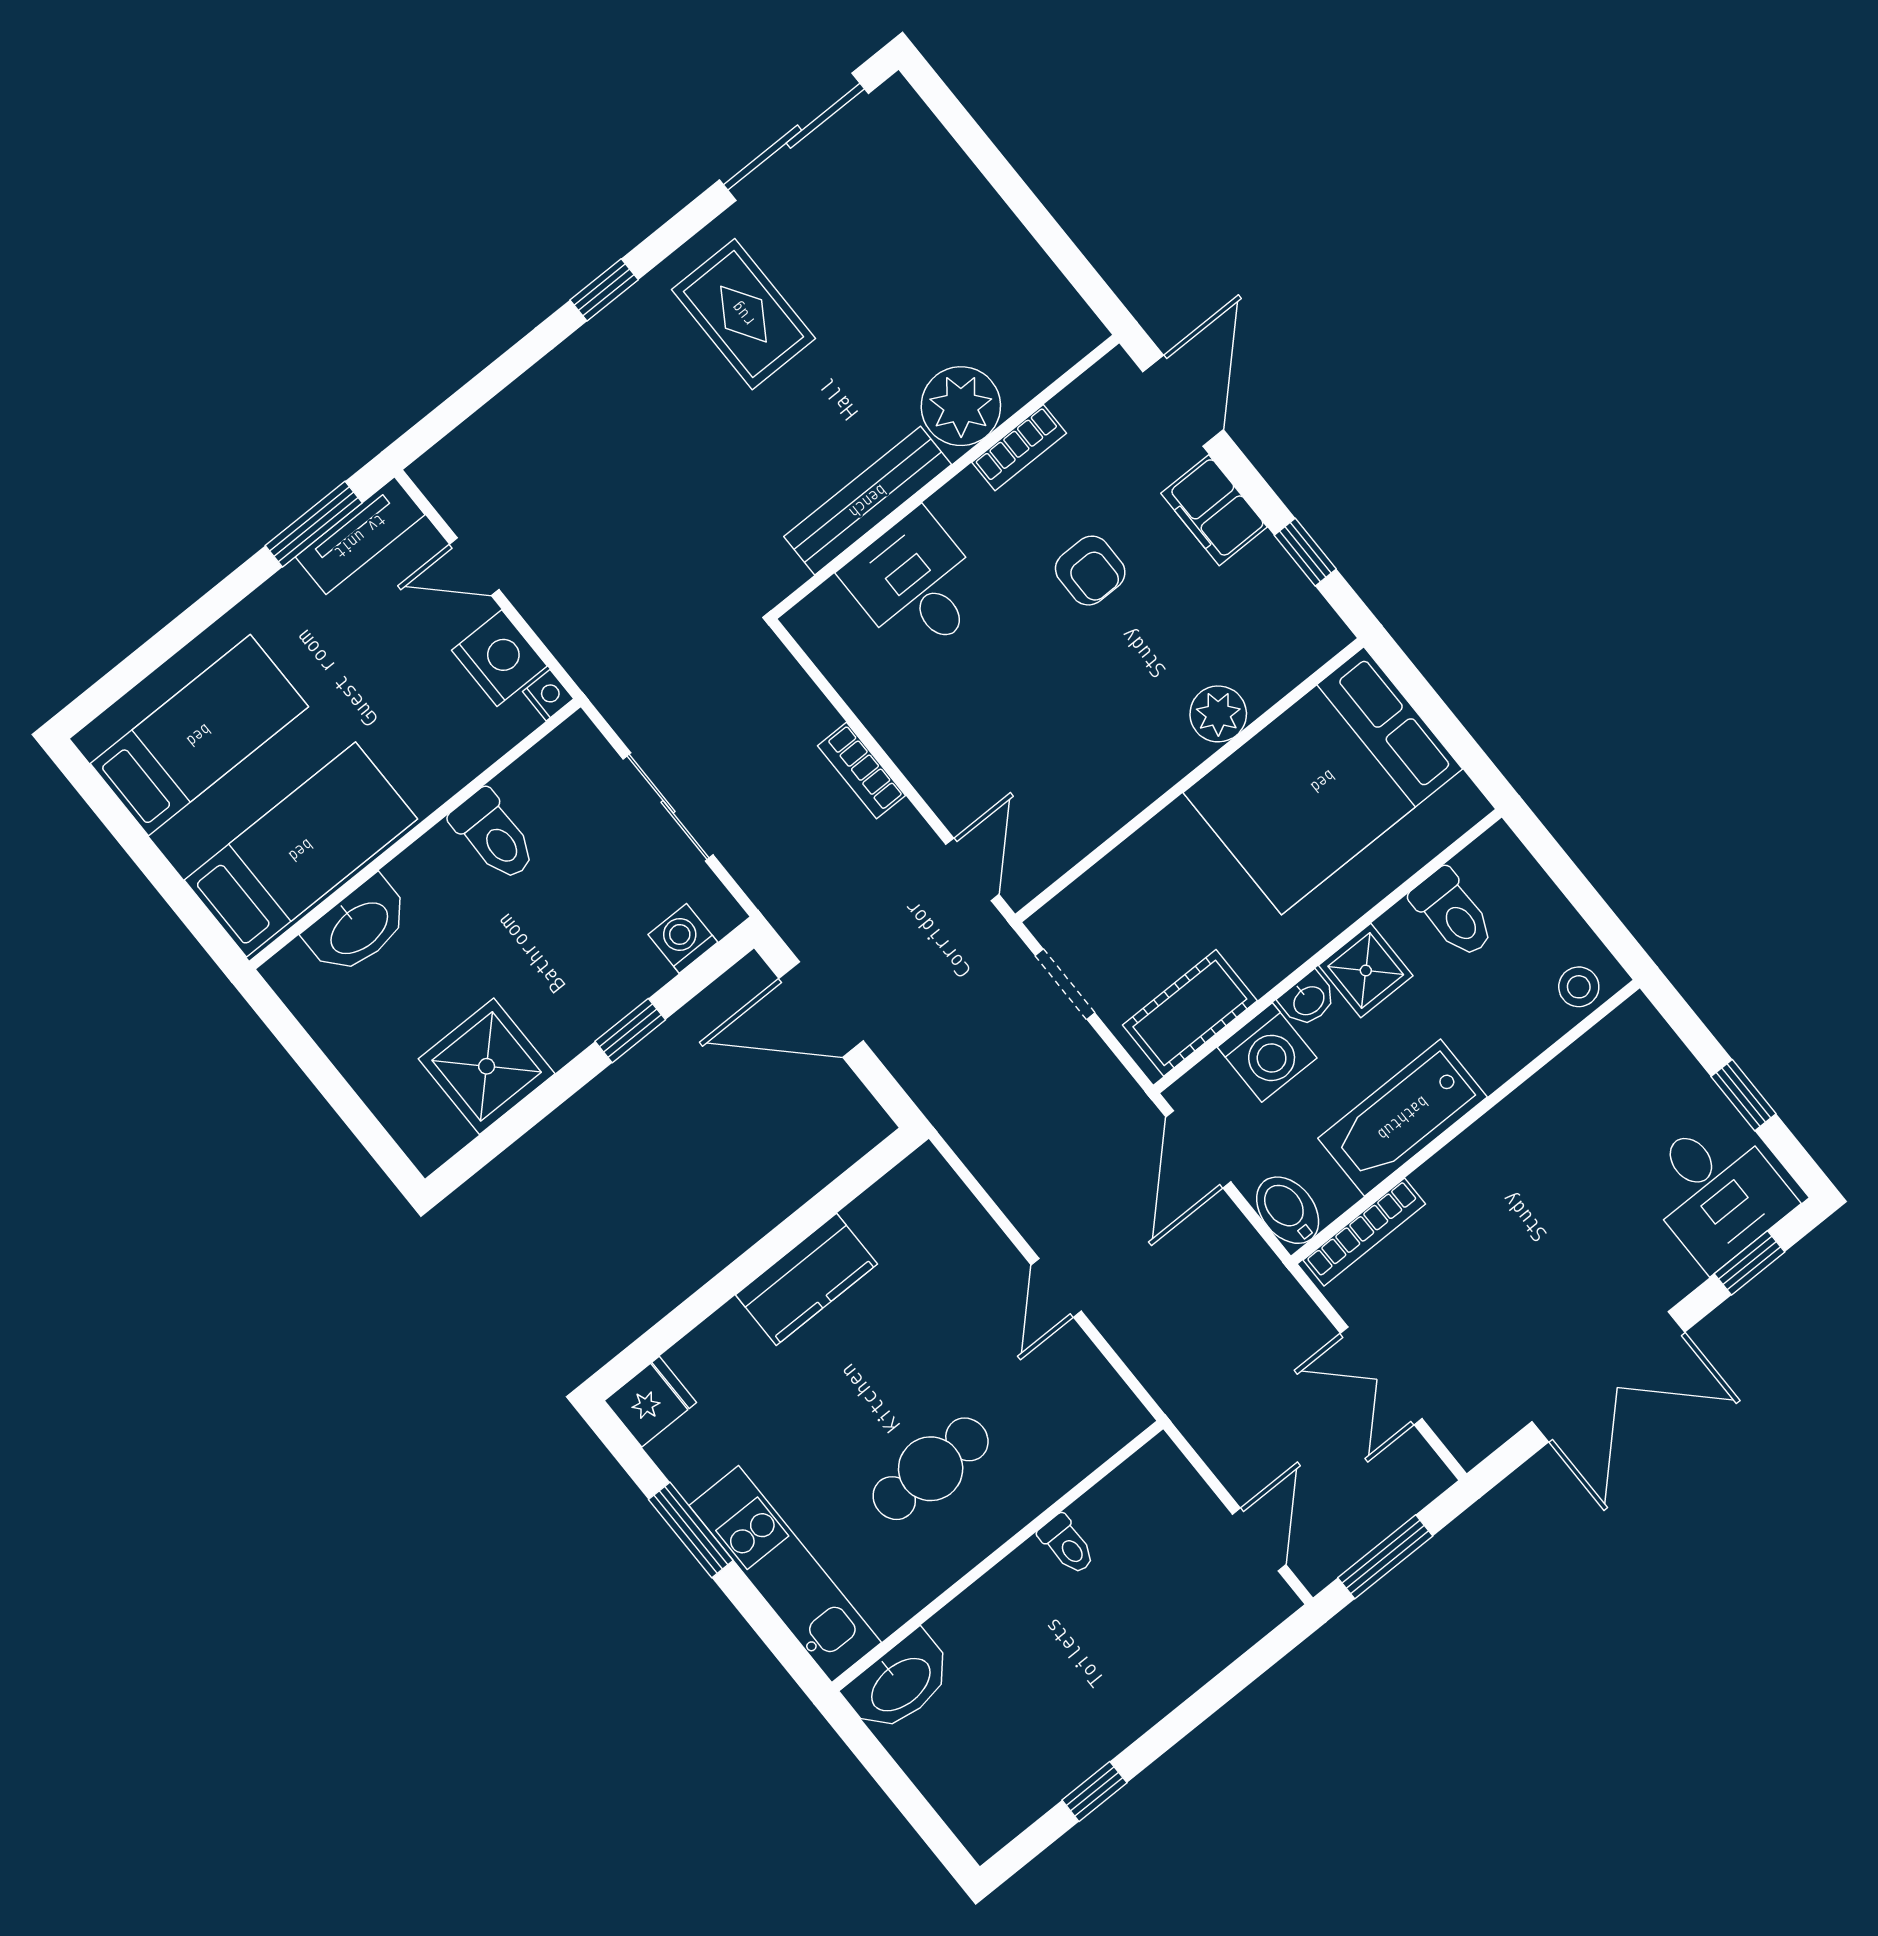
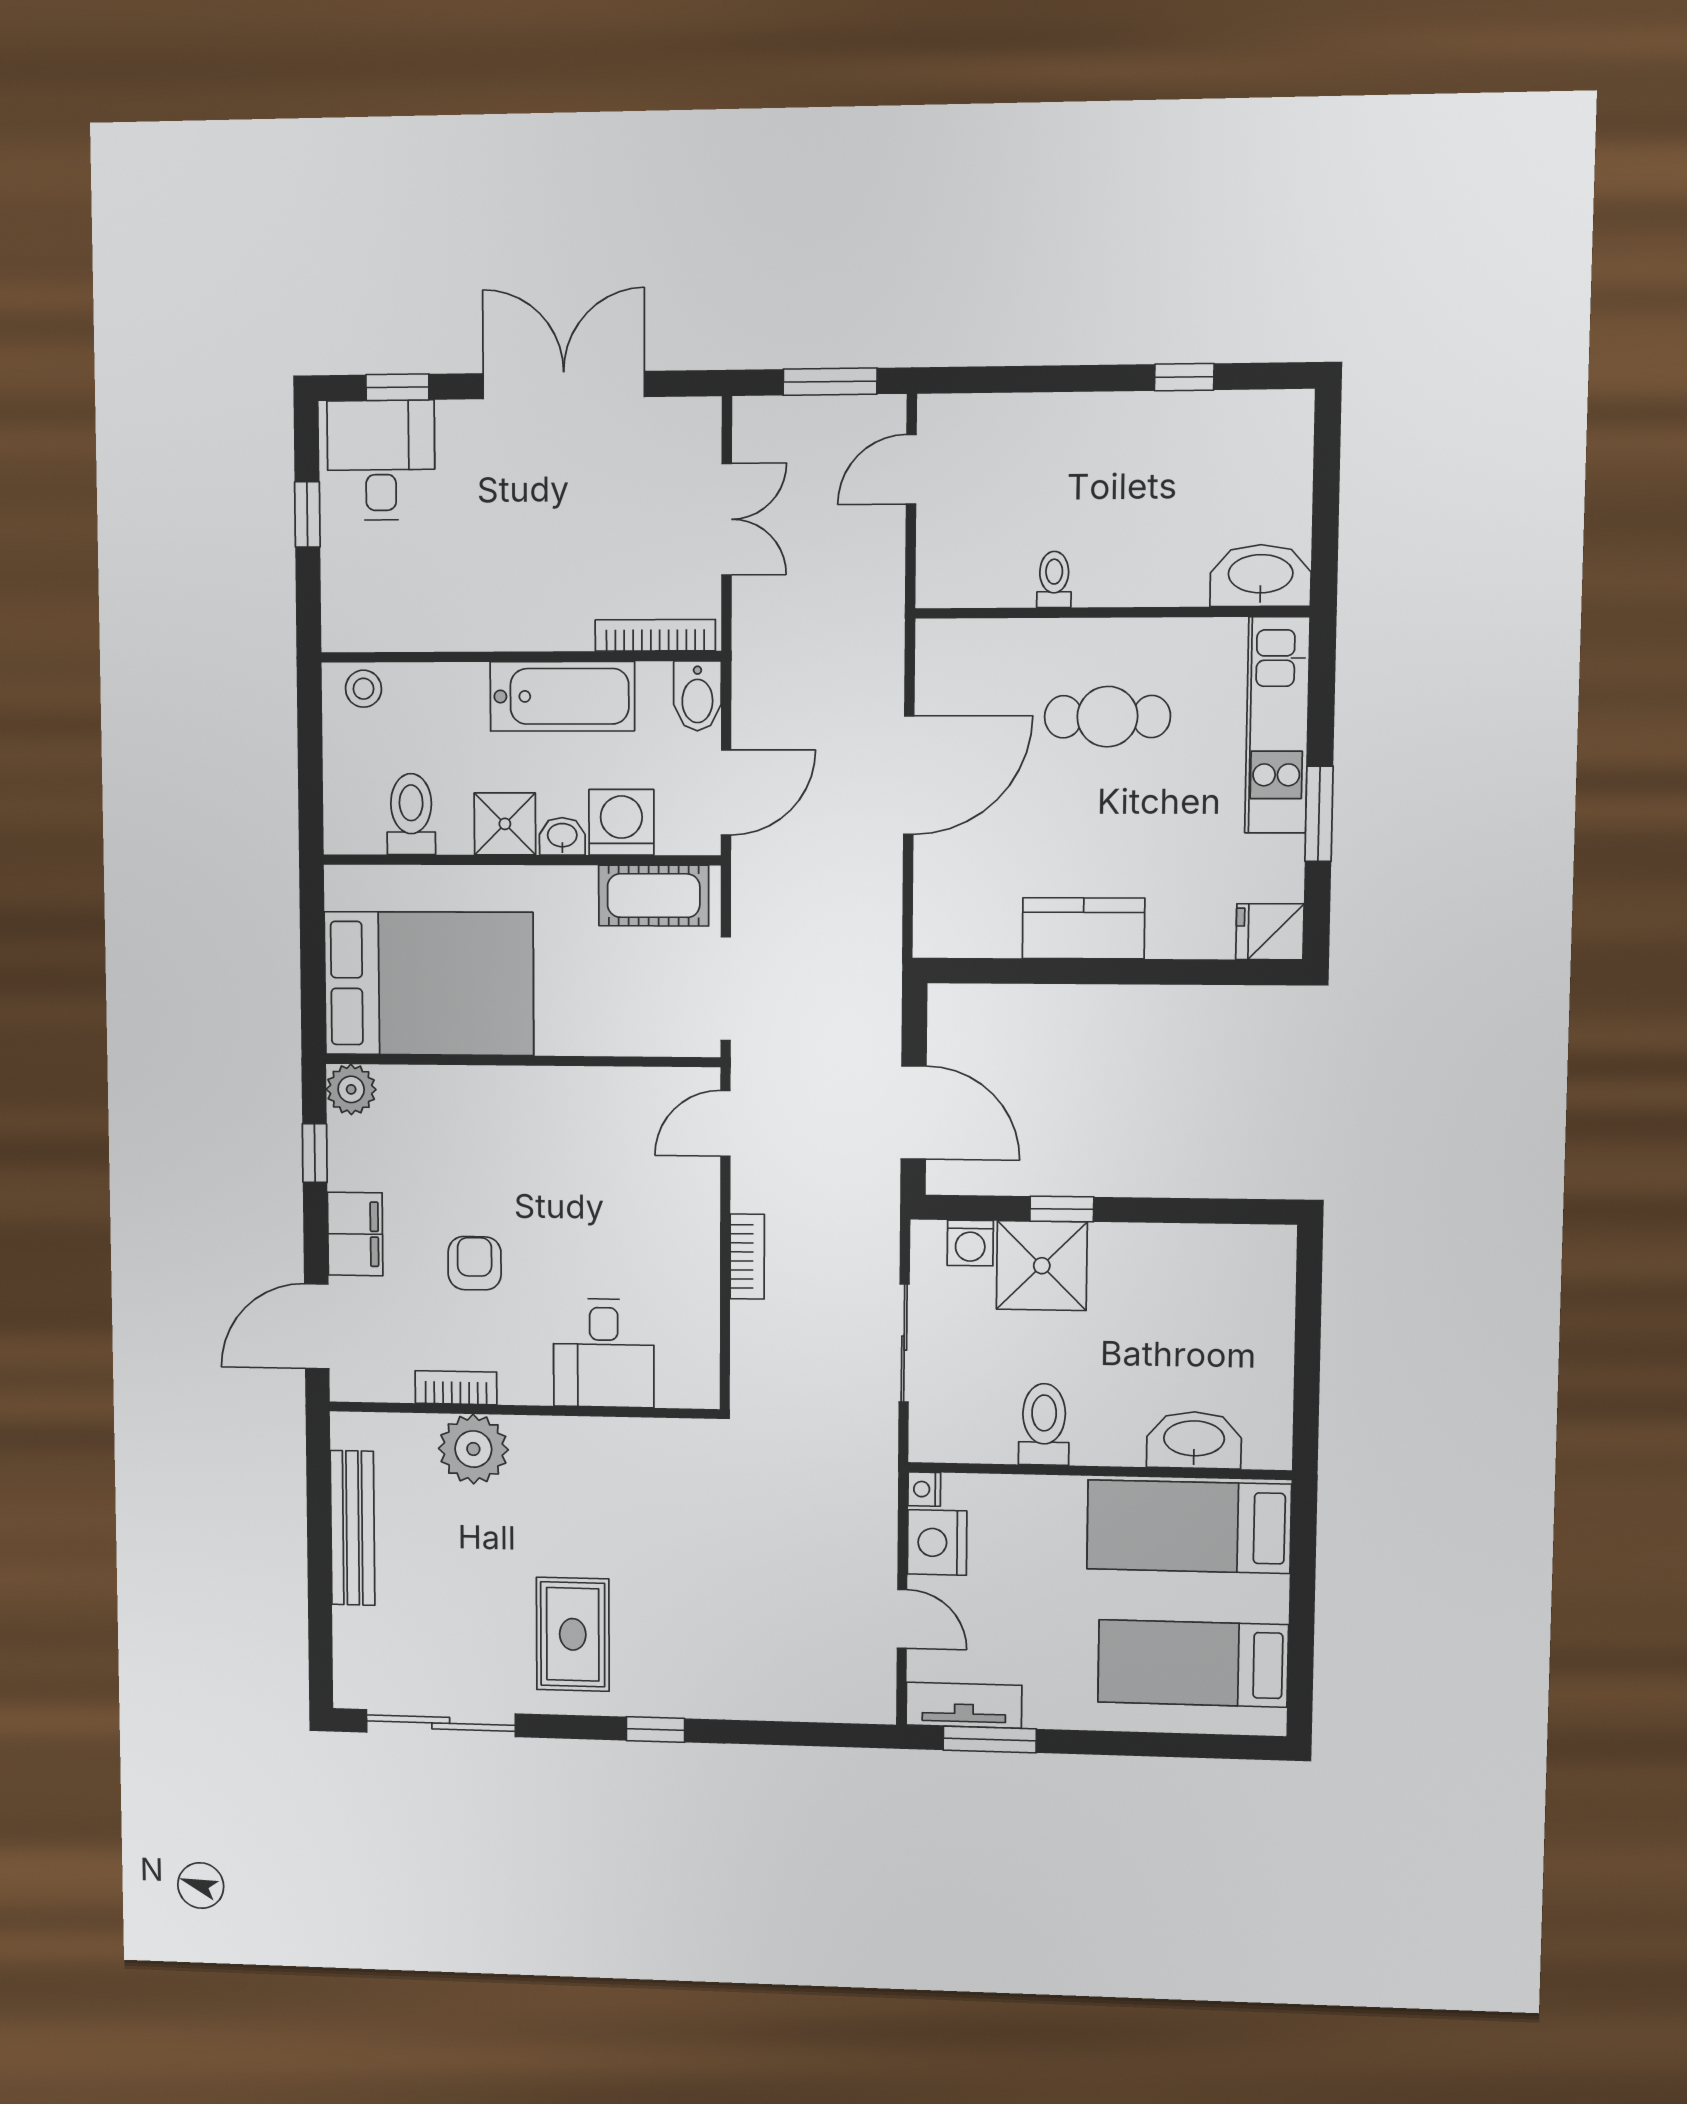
bench: (868, 501) -> (353, 1528), moved, turned 90
plant: (1218, 714) -> (351, 1089), moved
doorway: (1065, 984) -> (726, 989), width x1.38
shower: (487, 1066) -> (1042, 1266), moved
door: (1056, 1288) -> (909, 775), width x1.87

